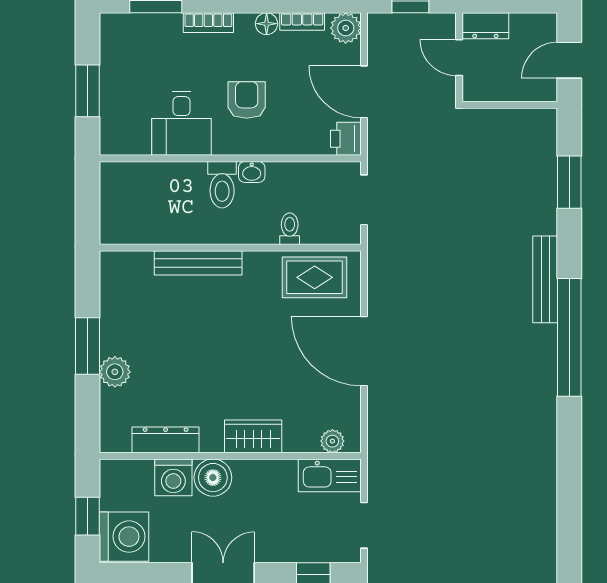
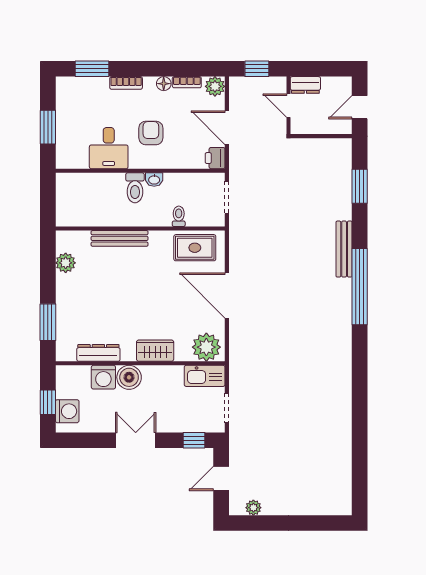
window: (87, 346) -> (48, 322), moved
plant: (115, 372) -> (66, 263), moved
plant: (332, 441) -> (206, 347), width x1.88, depth x1.88
washing machine: (124, 537) -> (67, 411), width x0.73, depth x0.73

